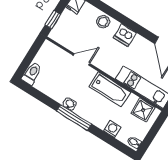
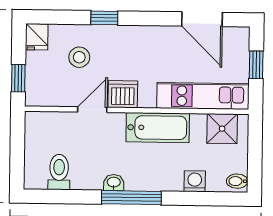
window: (117, 15) -> (104, 18), added
stool: (103, 22) -> (79, 57), moved
dishwasher: (125, 35) -> (123, 94), moved, turned 180
toilet: (32, 74) -> (59, 172), moved

